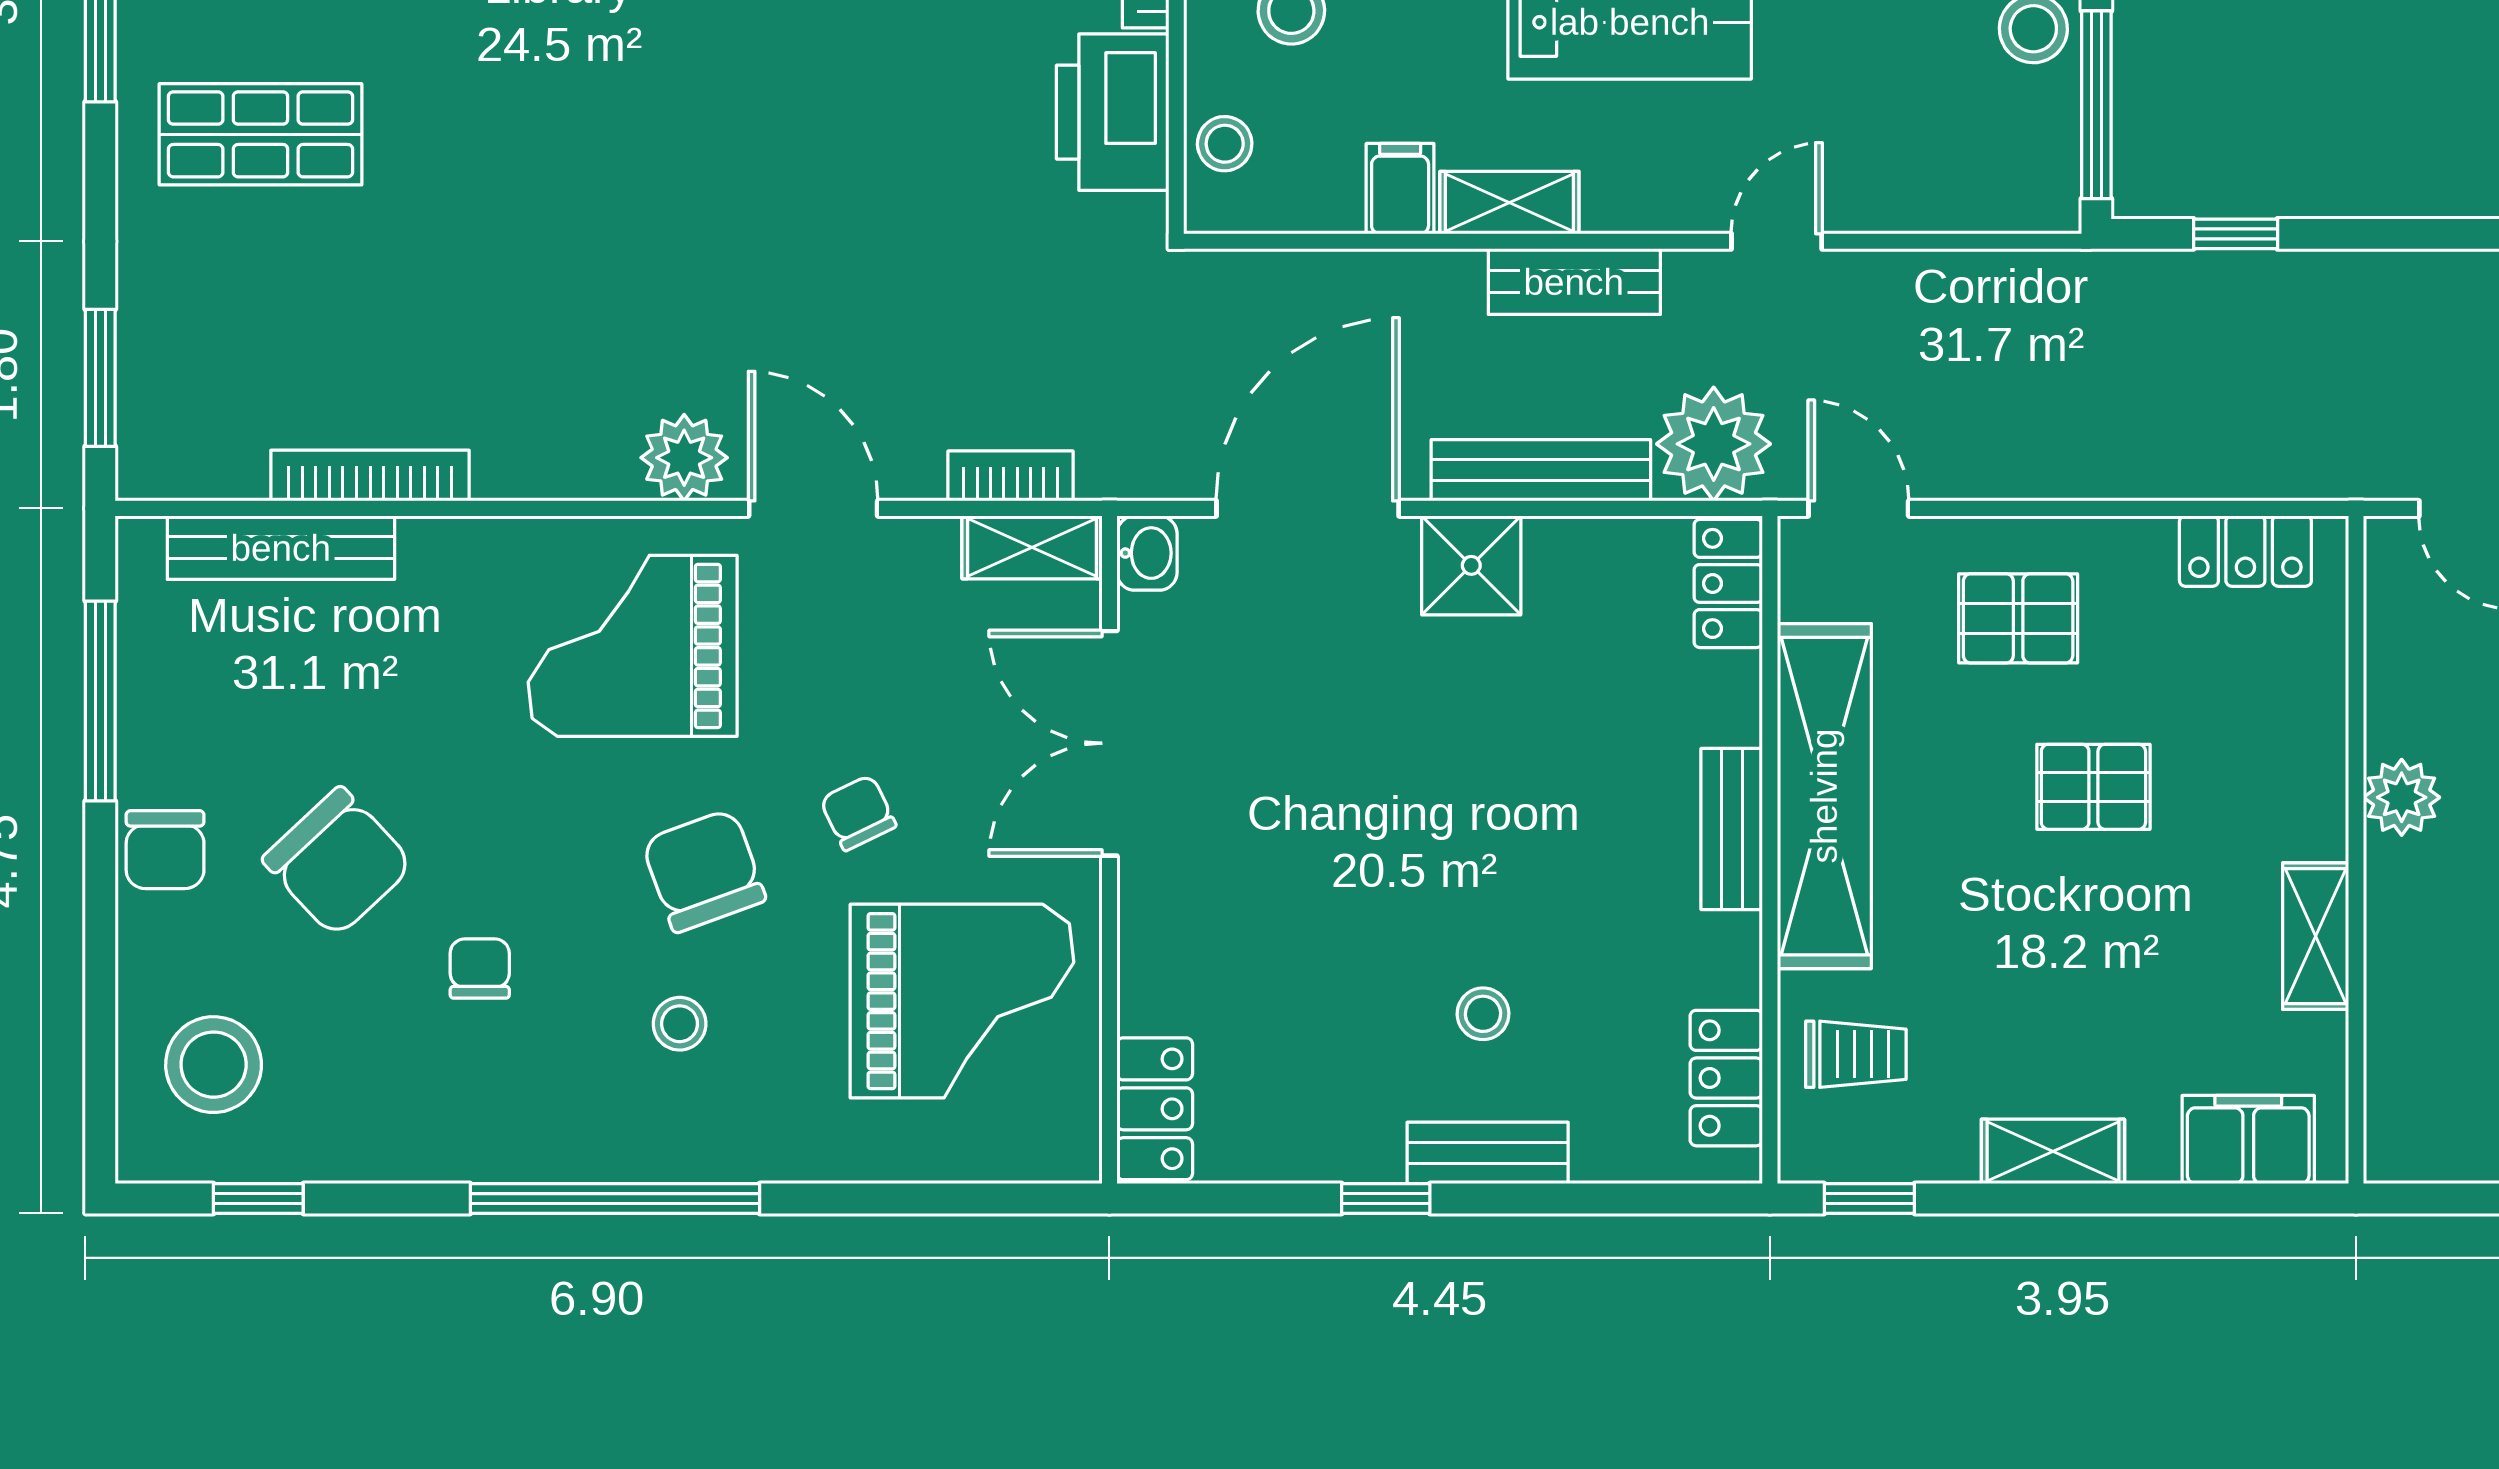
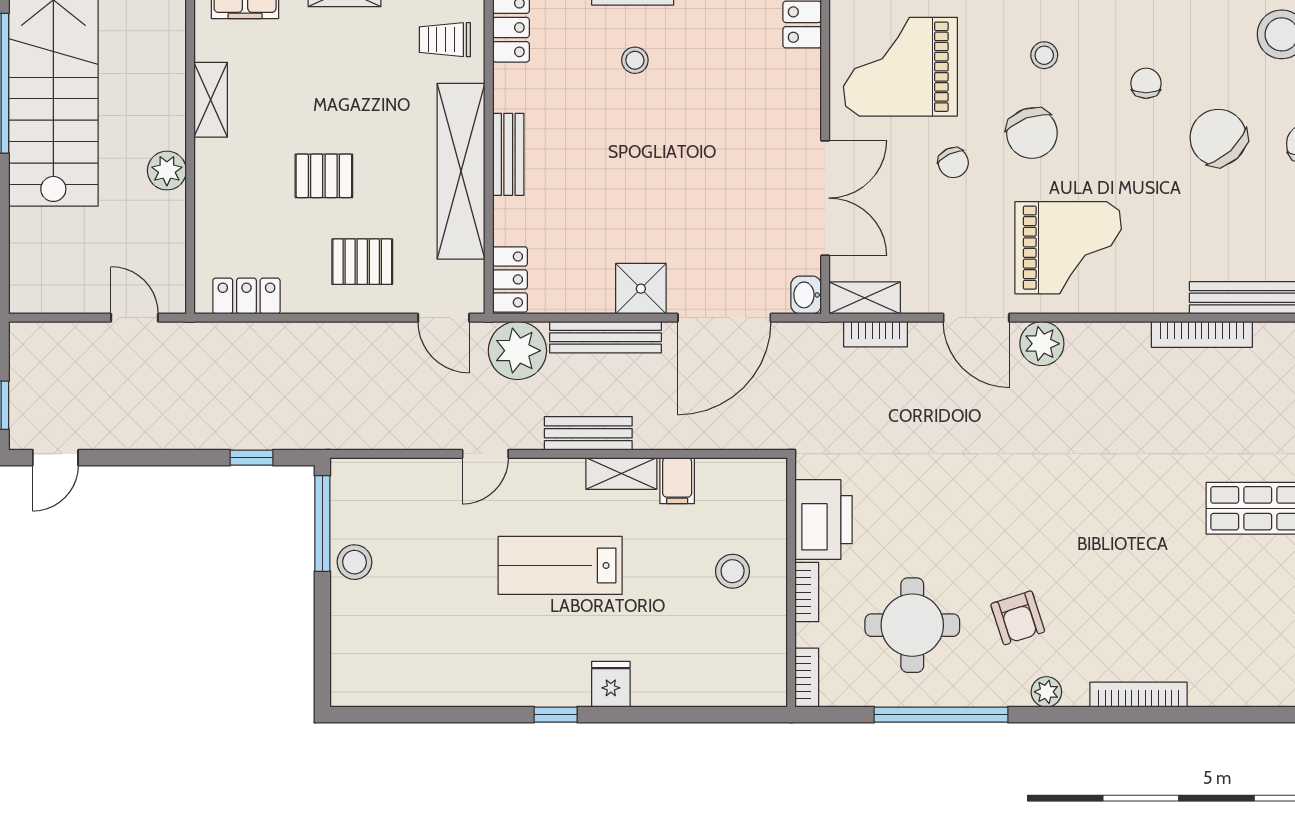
stool: (1225, 144) -> (767, 504), removed
chair: (480, 969) -> (1146, 83), turned 180

